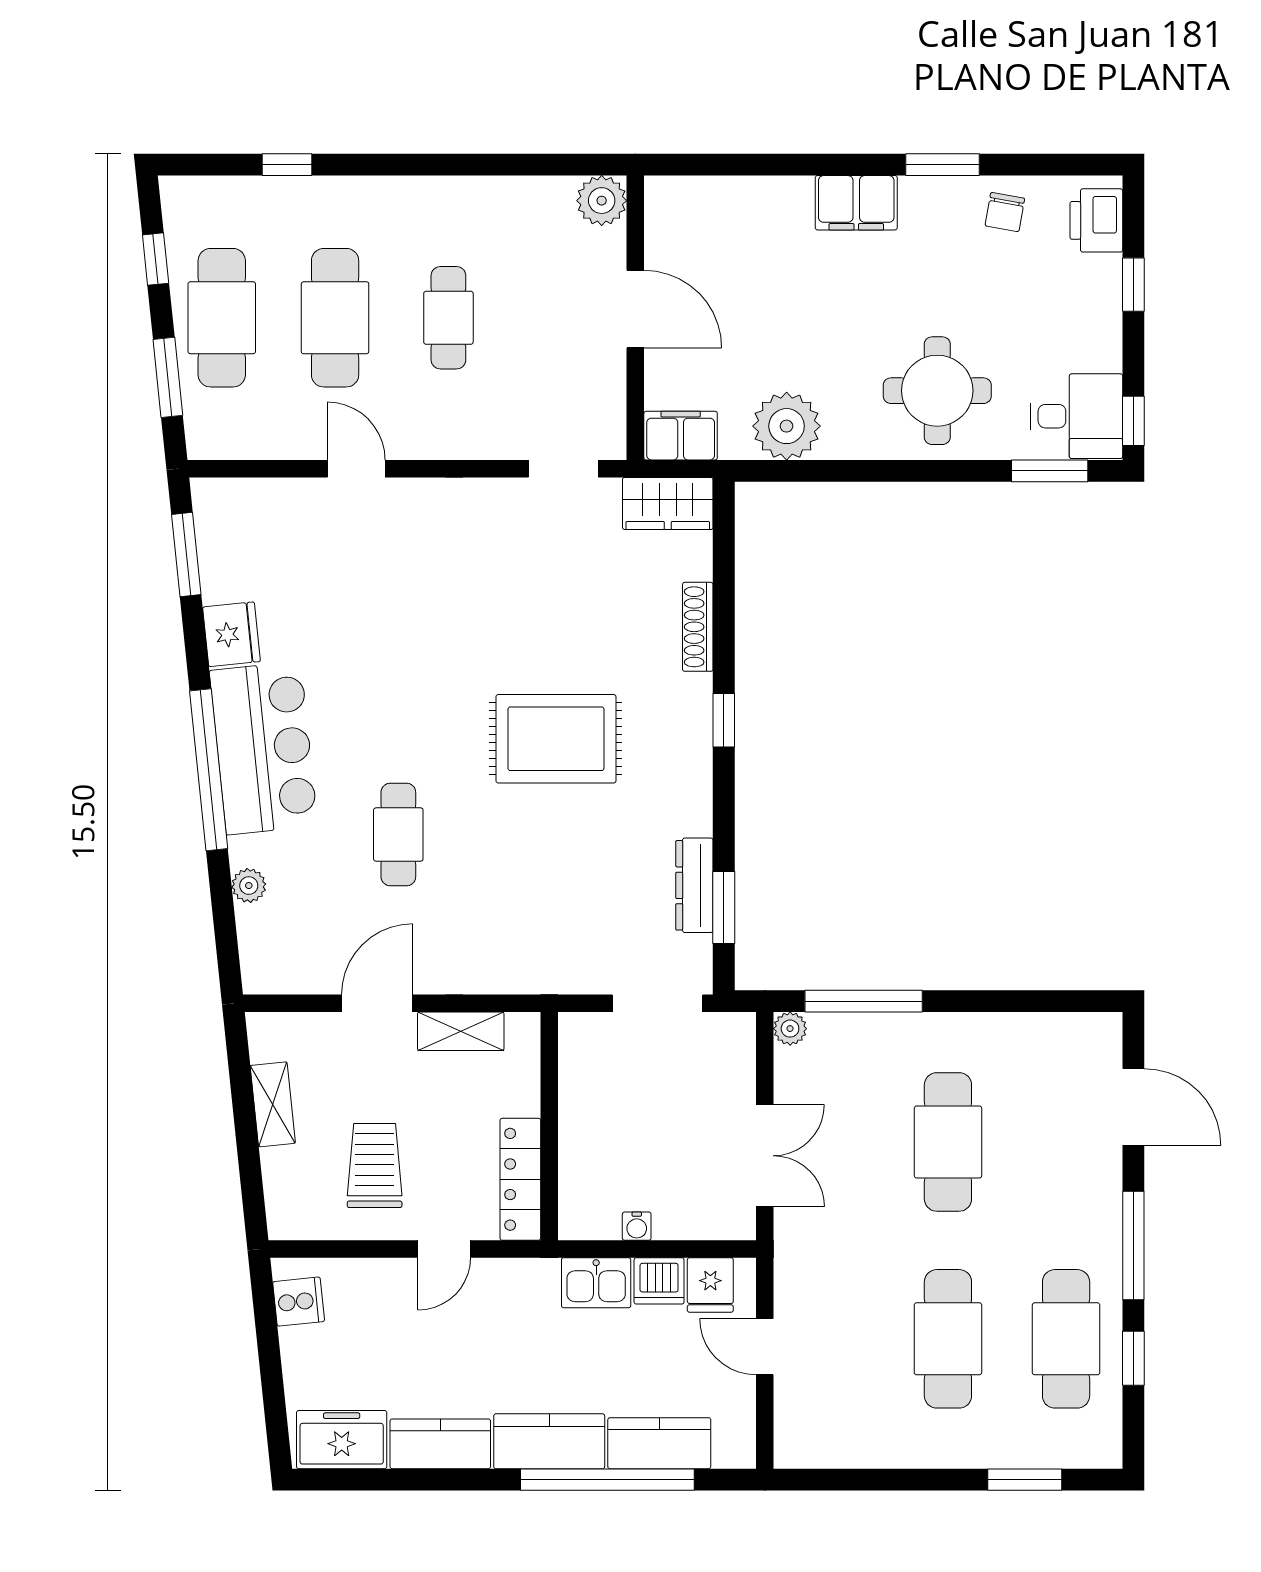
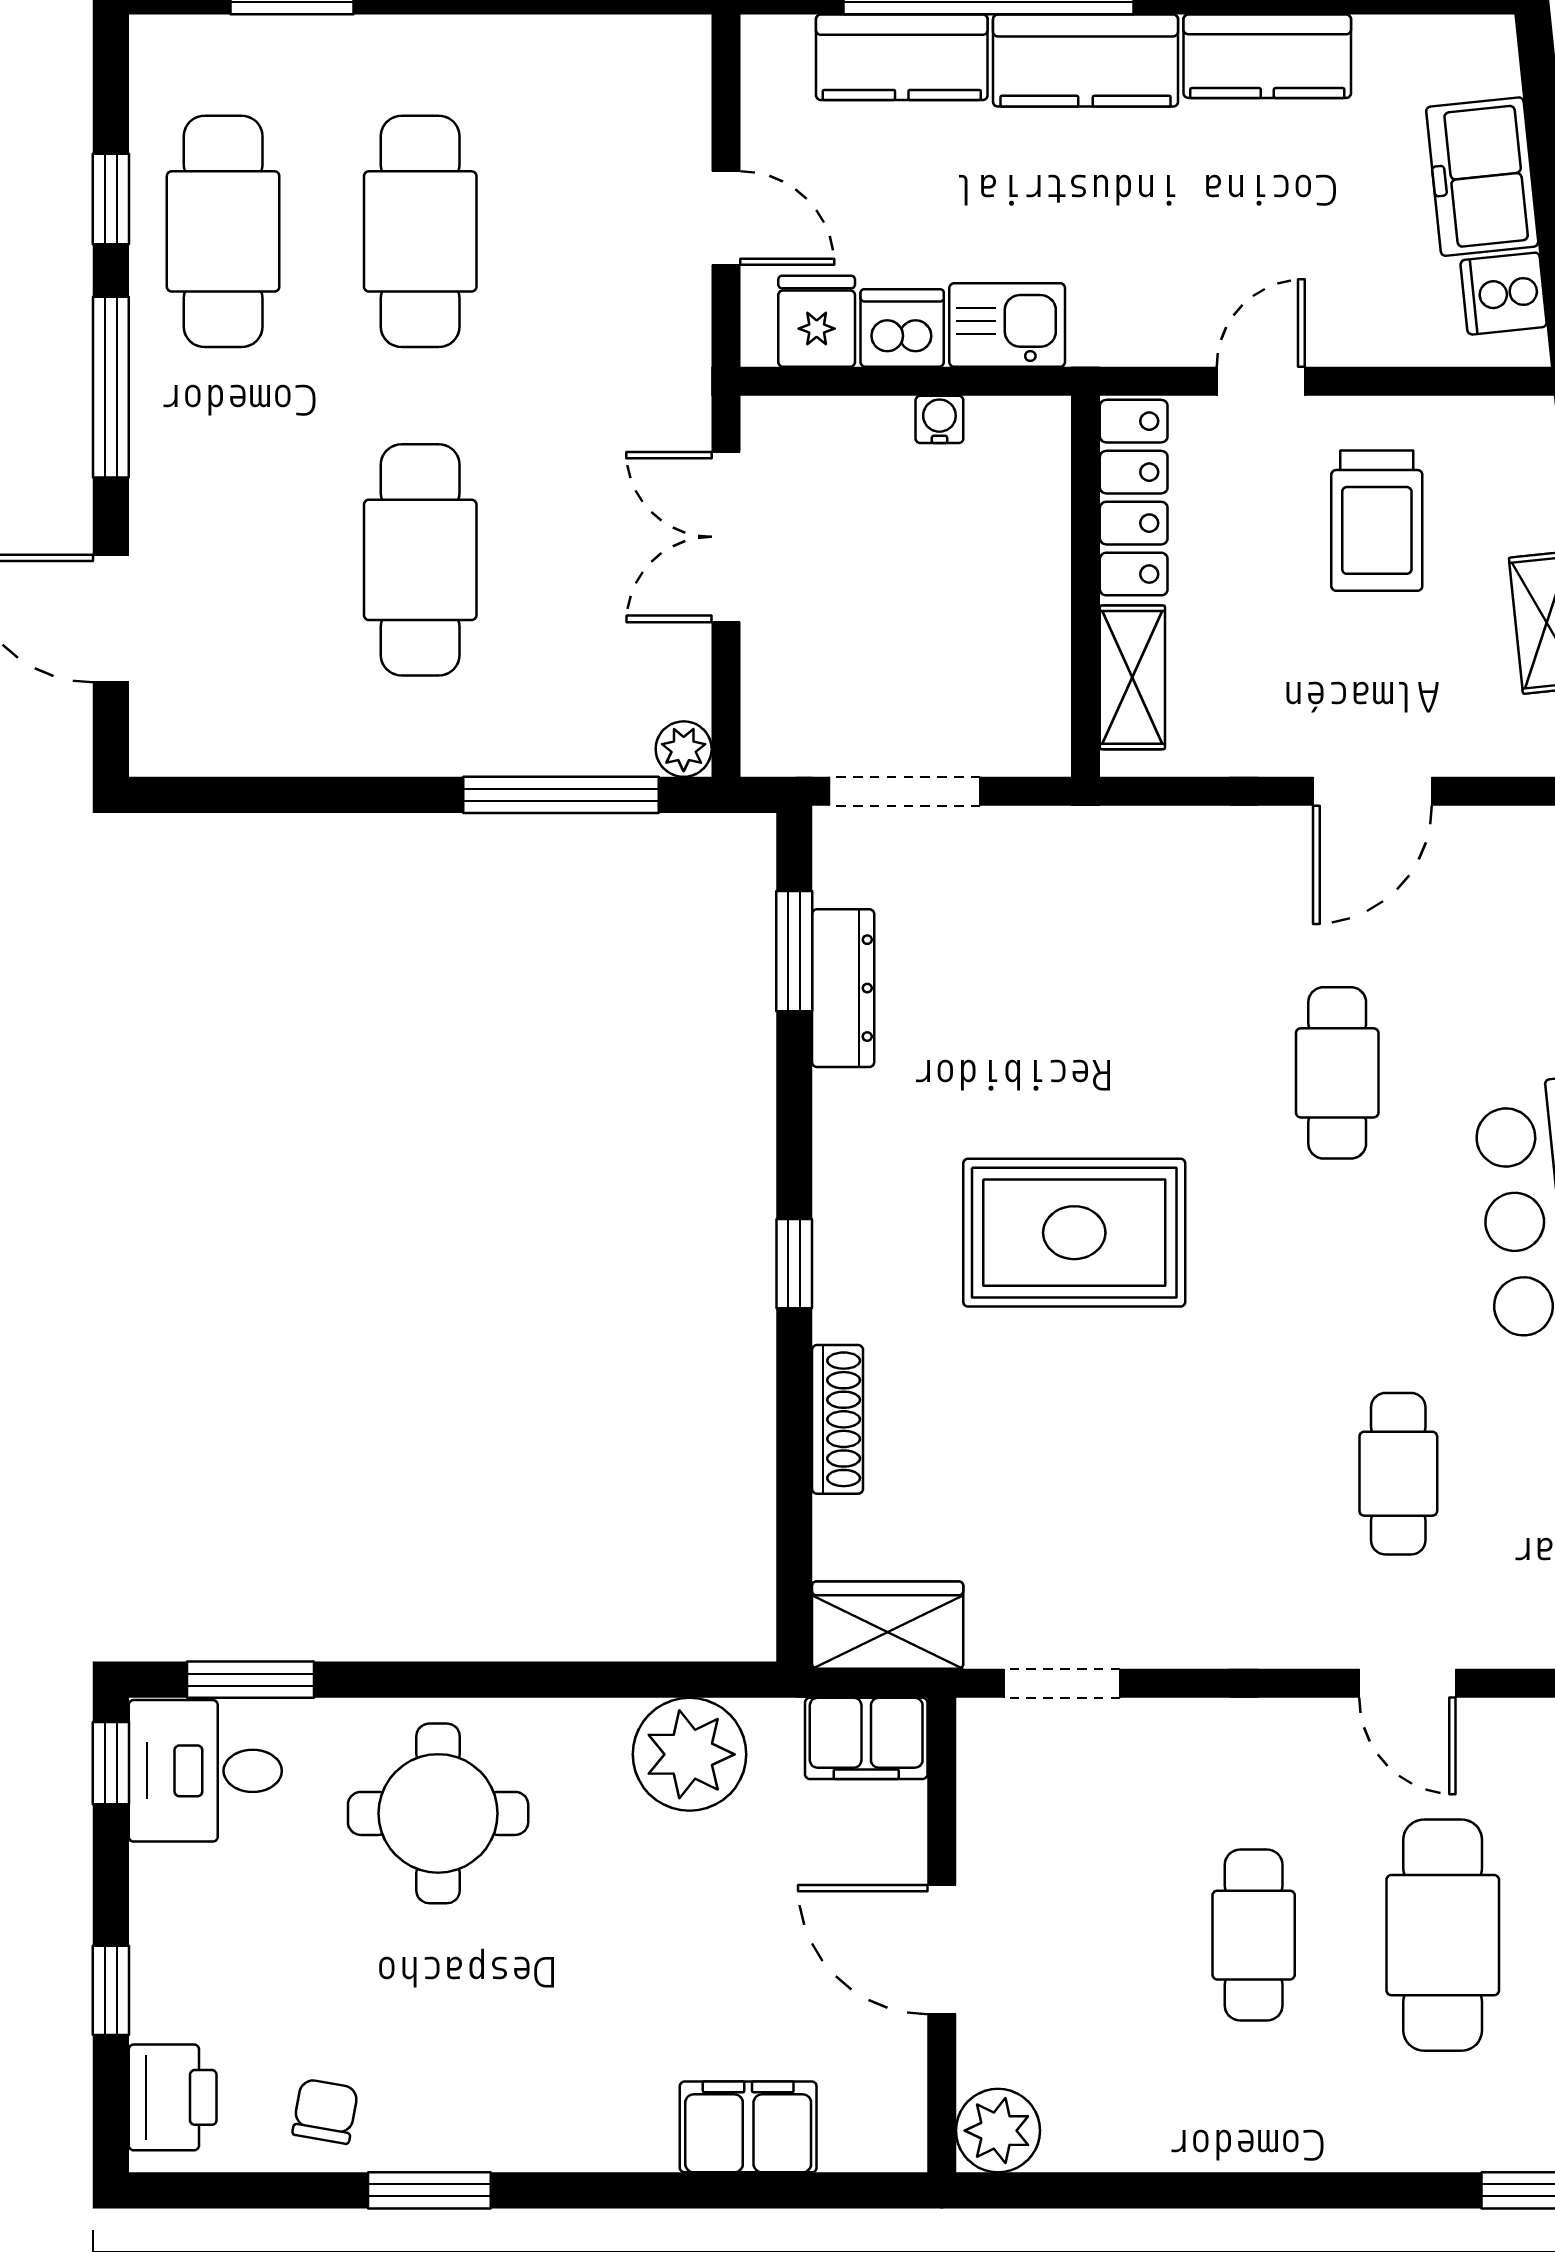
filing cabinet: (856, 203) -> (748, 2127), moved
cafe table: (362, 594) -> (1398, 1474), added
shelving: (461, 1031) -> (1132, 677), moved, turned 90
freezer: (342, 1440) -> (1482, 177), moved, turned 84

